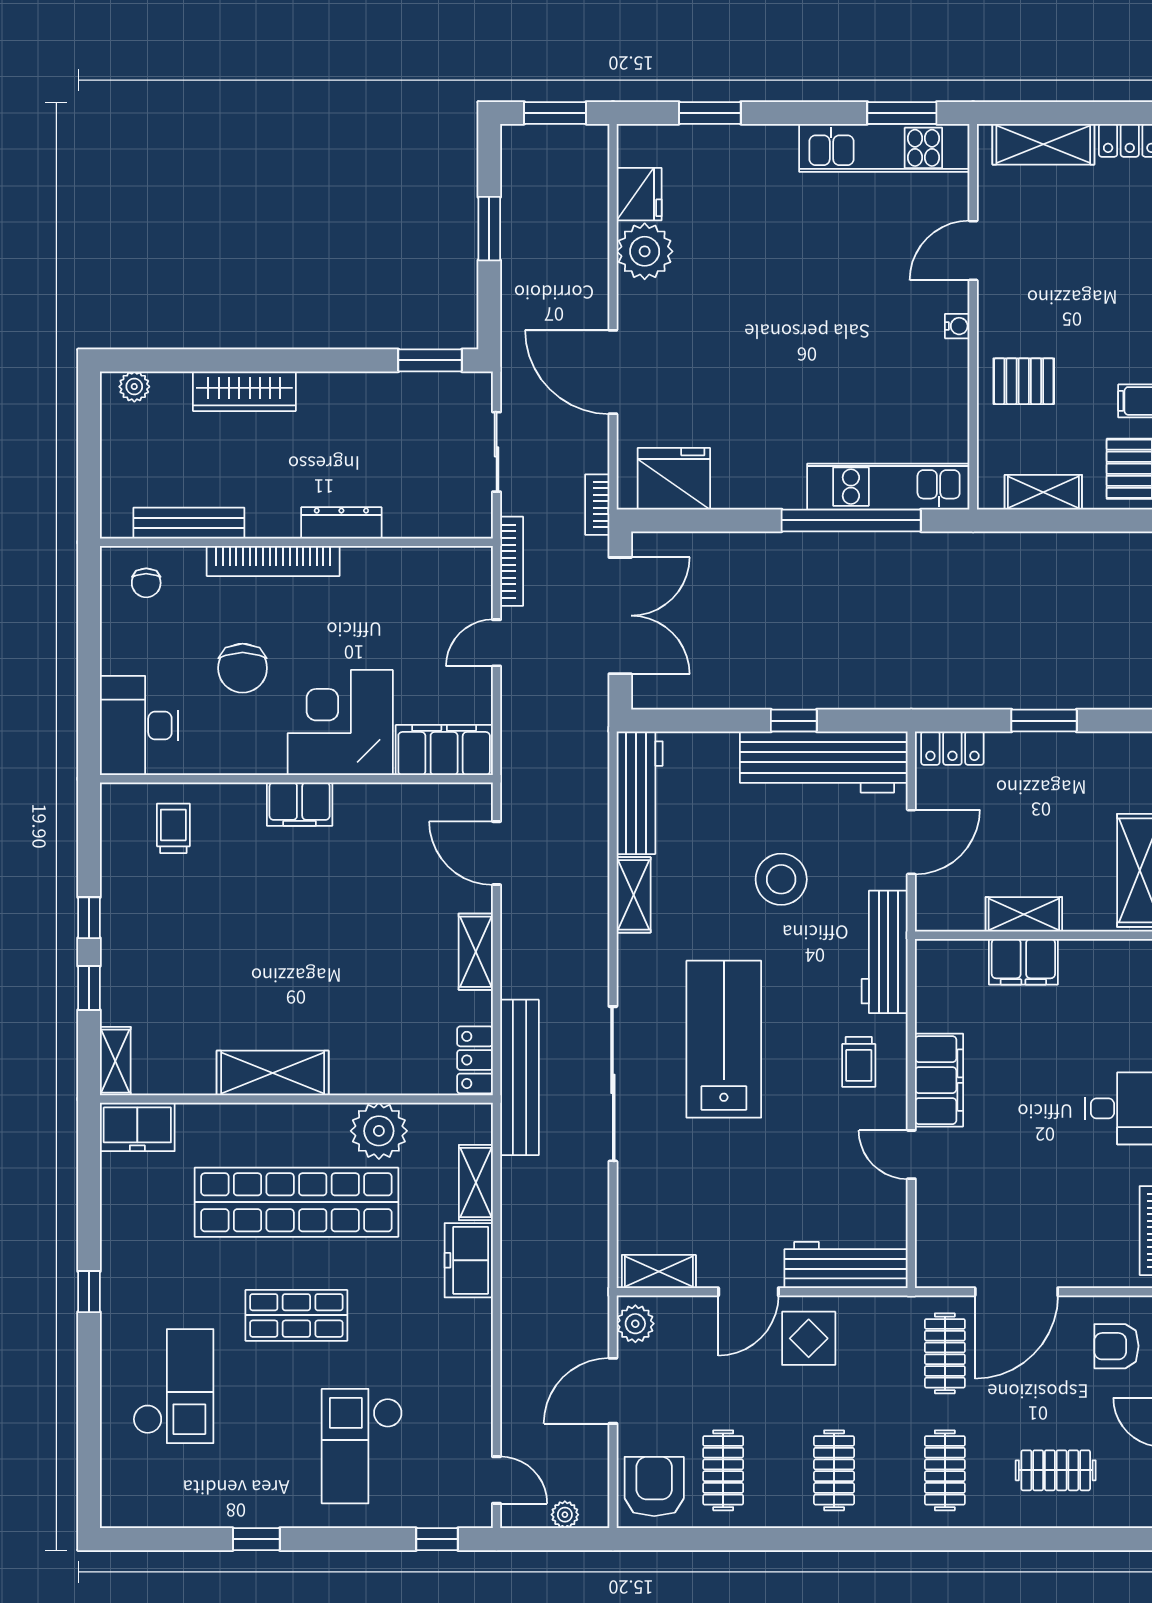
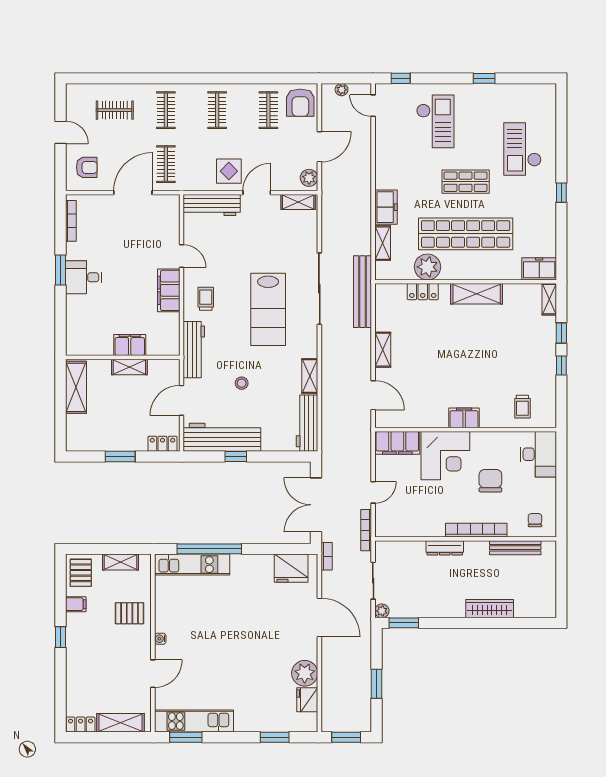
plant: (134, 387) -> (382, 611), moved
stool: (781, 879) -> (242, 383), width x0.53, depth x0.53
locker: (475, 1060) -> (423, 292), moved, turned 90

